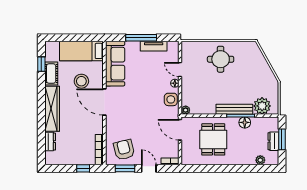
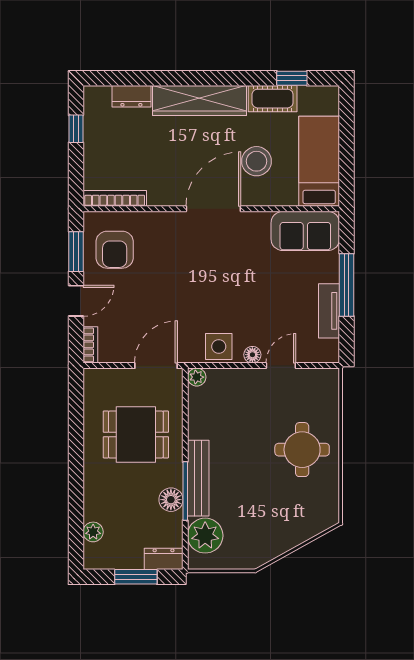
sofa: (115, 64) -> (305, 231), width x0.73
dresser: (273, 141) -> (164, 559), moved
armchair: (124, 150) -> (115, 250), turned 104
window: (83, 168) -> (76, 129), moved

